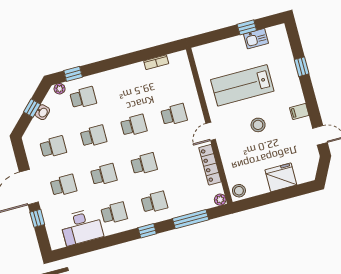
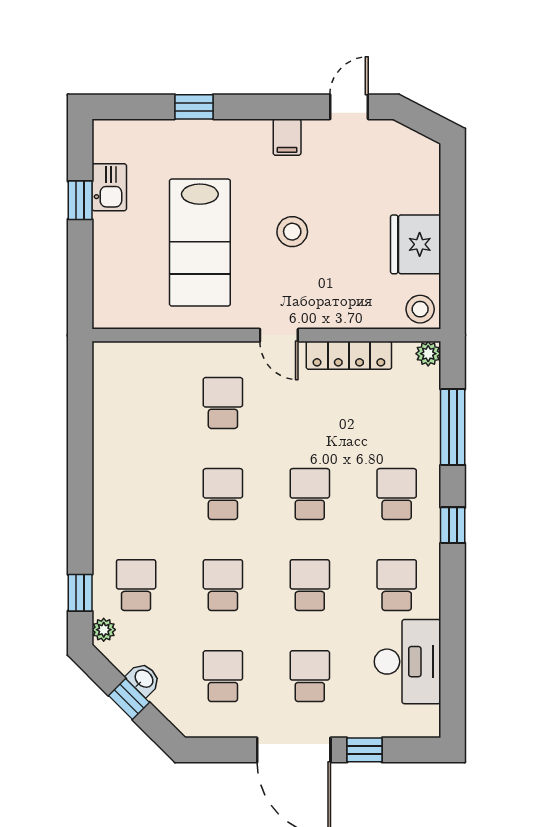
bookcase: (156, 62) -> (102, 411), removed
fridge: (281, 177) -> (416, 244), moved

